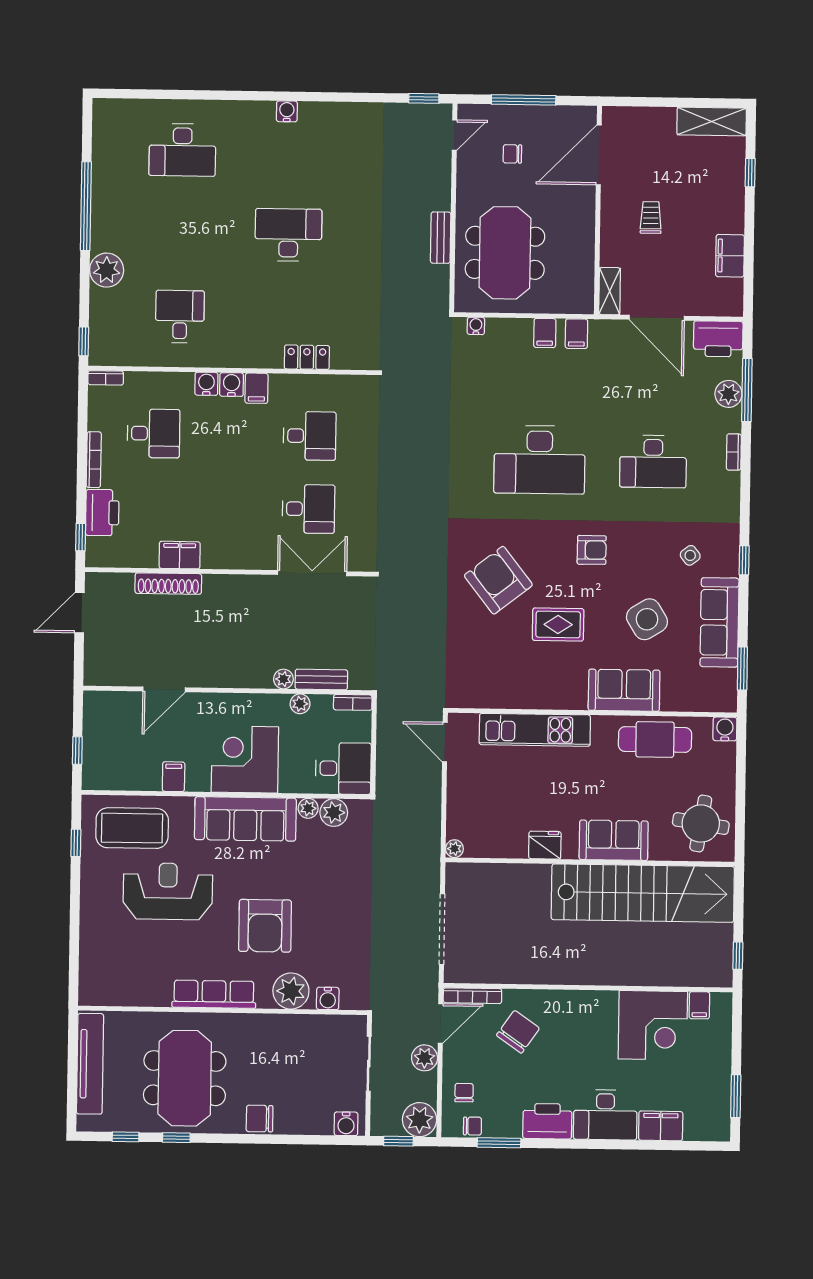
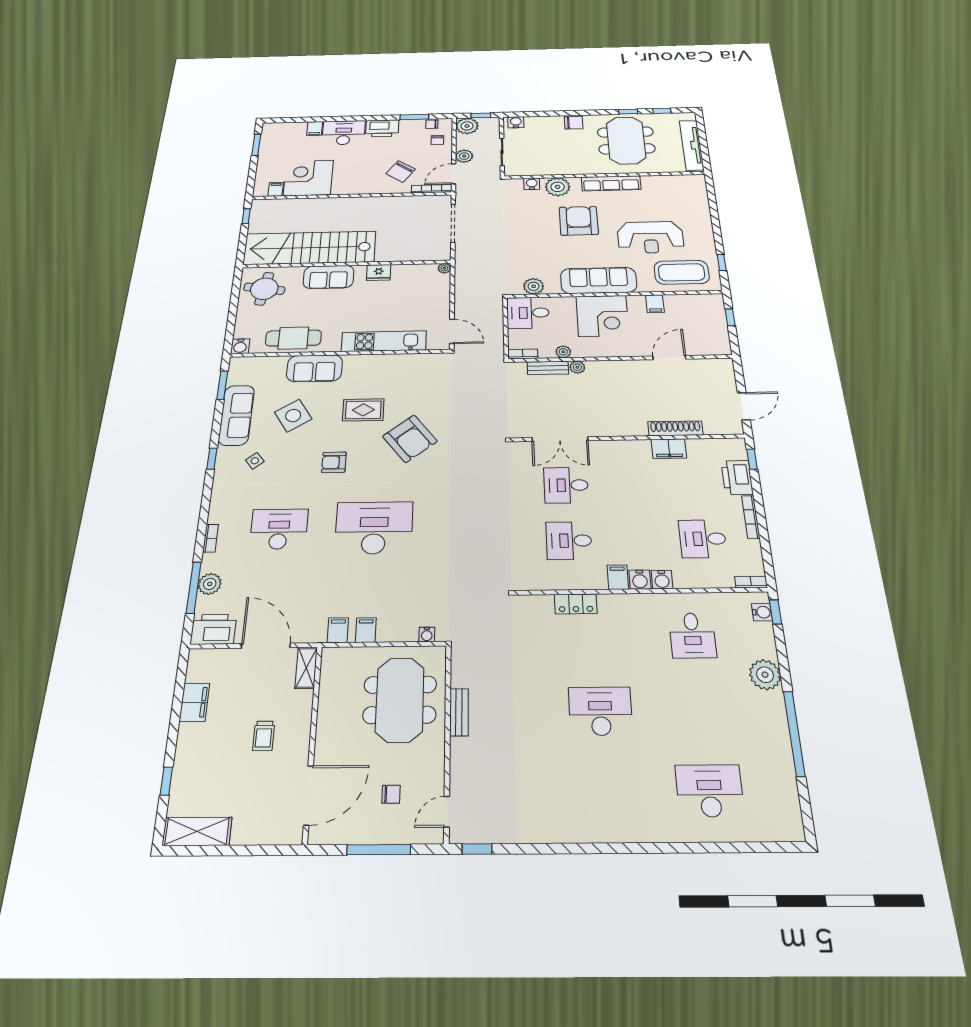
water cooler: (287, 111) -> (762, 612), moved, turned -90
desk: (288, 235) -> (600, 711), turned 180
plant: (308, 808) -> (553, 288), removed
filing cabinet: (661, 1126) -> (315, 129), width x0.50

